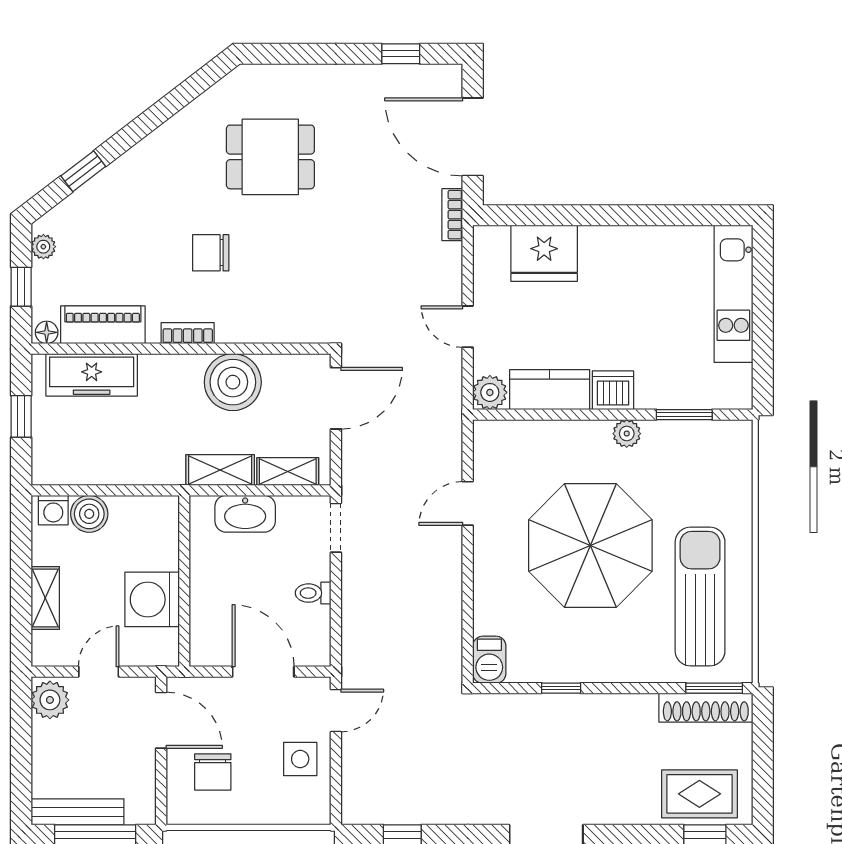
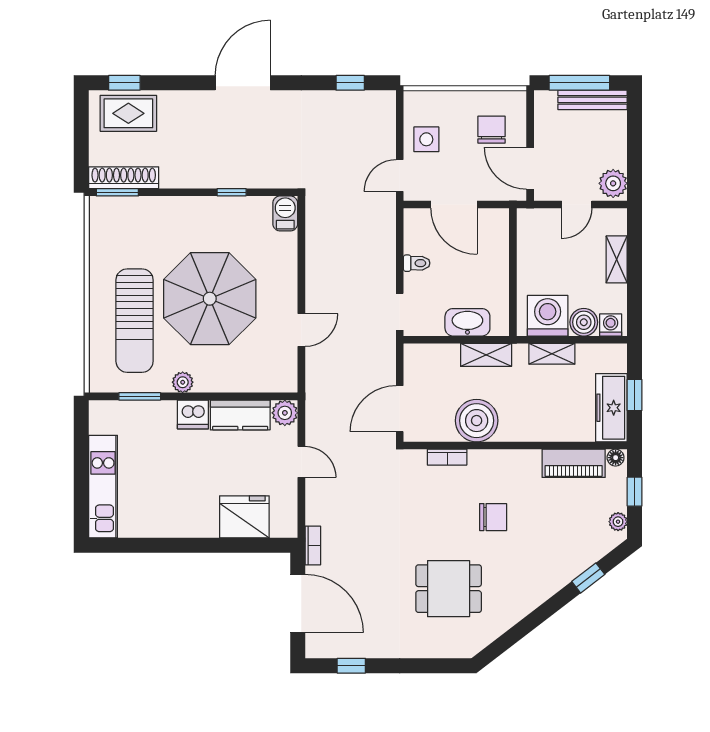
bookcase: (188, 333) -> (447, 457), moved
freezer: (92, 375) -> (611, 408), moved, turned -90
shelving: (288, 472) -> (552, 354), moved
sun lounger: (700, 597) -> (135, 321), moved
washing machine: (152, 599) -> (548, 316), moved, turned -90

